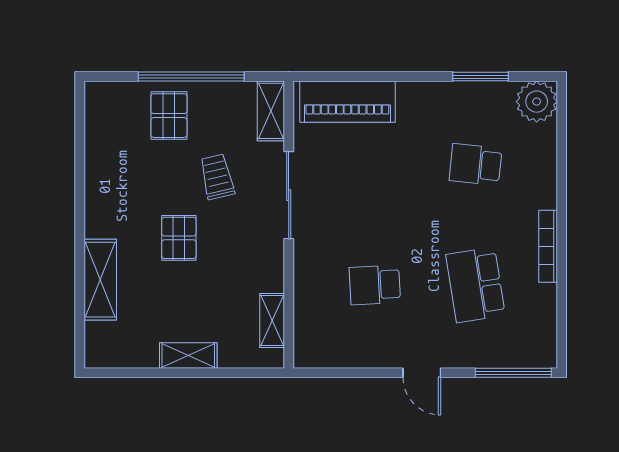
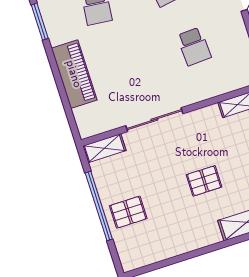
piano: (347, 102) -> (74, 74), moved
trolley: (217, 177) -> (157, 169), removed

